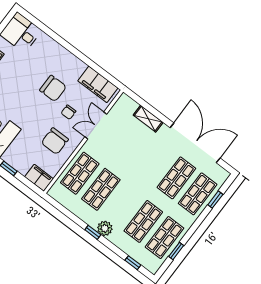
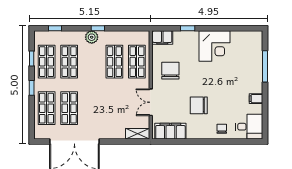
chair: (68, 112) -> (222, 129), moved
shelving: (148, 119) -> (138, 134), moved
double door: (96, 125) -> (151, 102), swing flipped
window: (215, 200) -> (32, 88), moved

